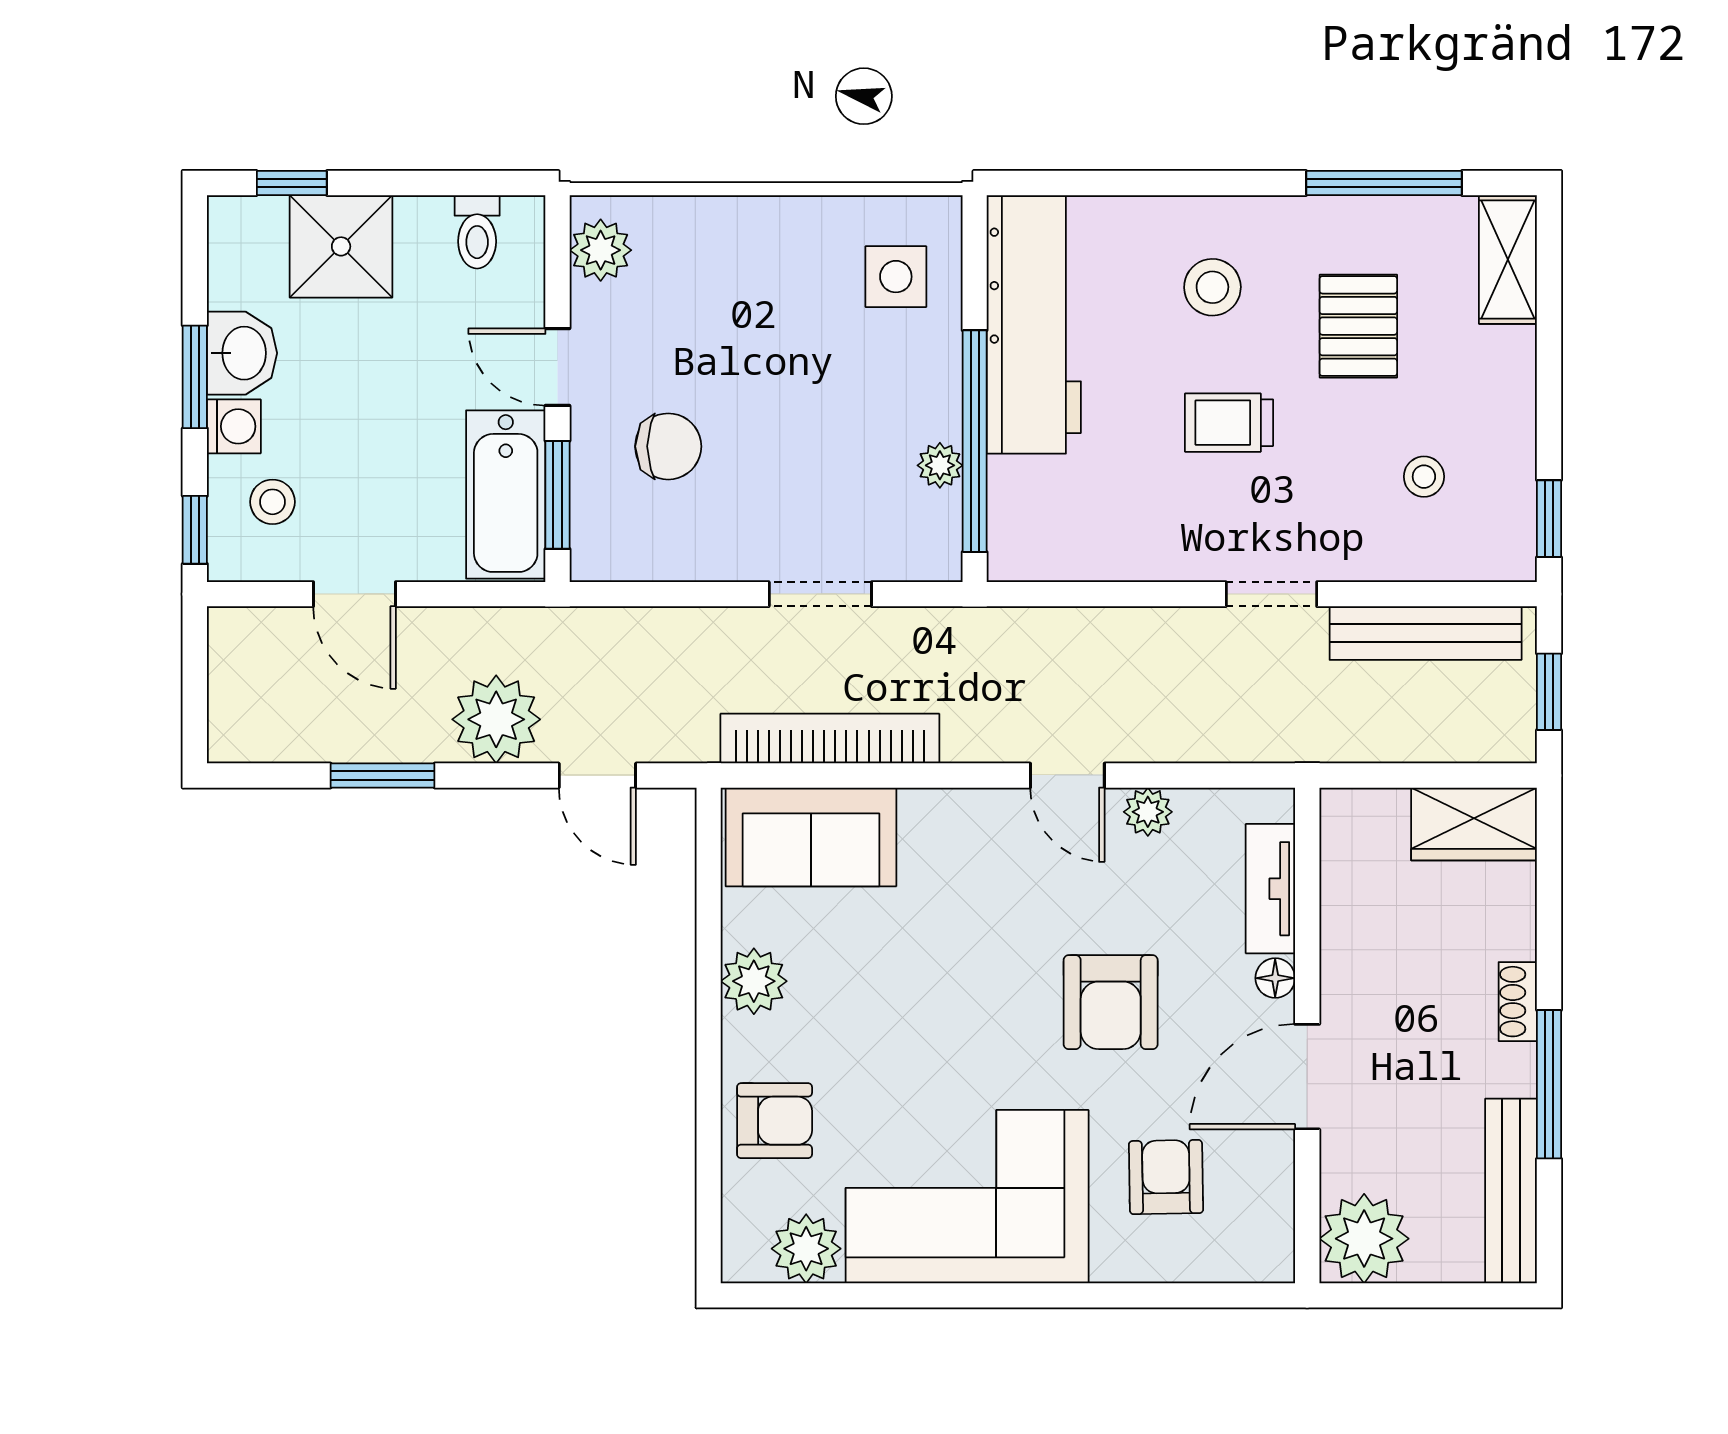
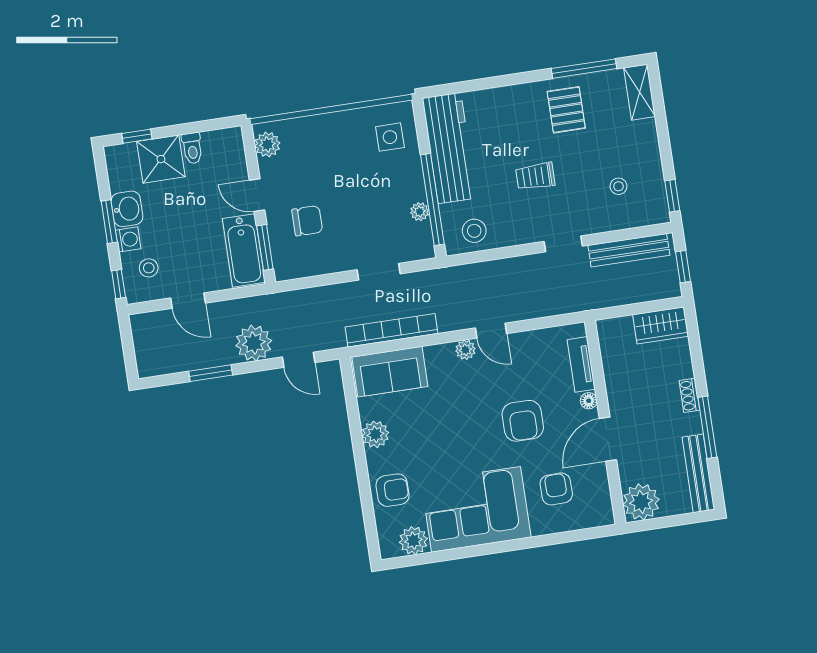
toilet: (477, 232) -> (192, 148), moved
stool: (1212, 287) -> (474, 231), moved
pallet: (1358, 326) -> (566, 110), moved
plant: (1148, 812) -> (465, 350), moved

